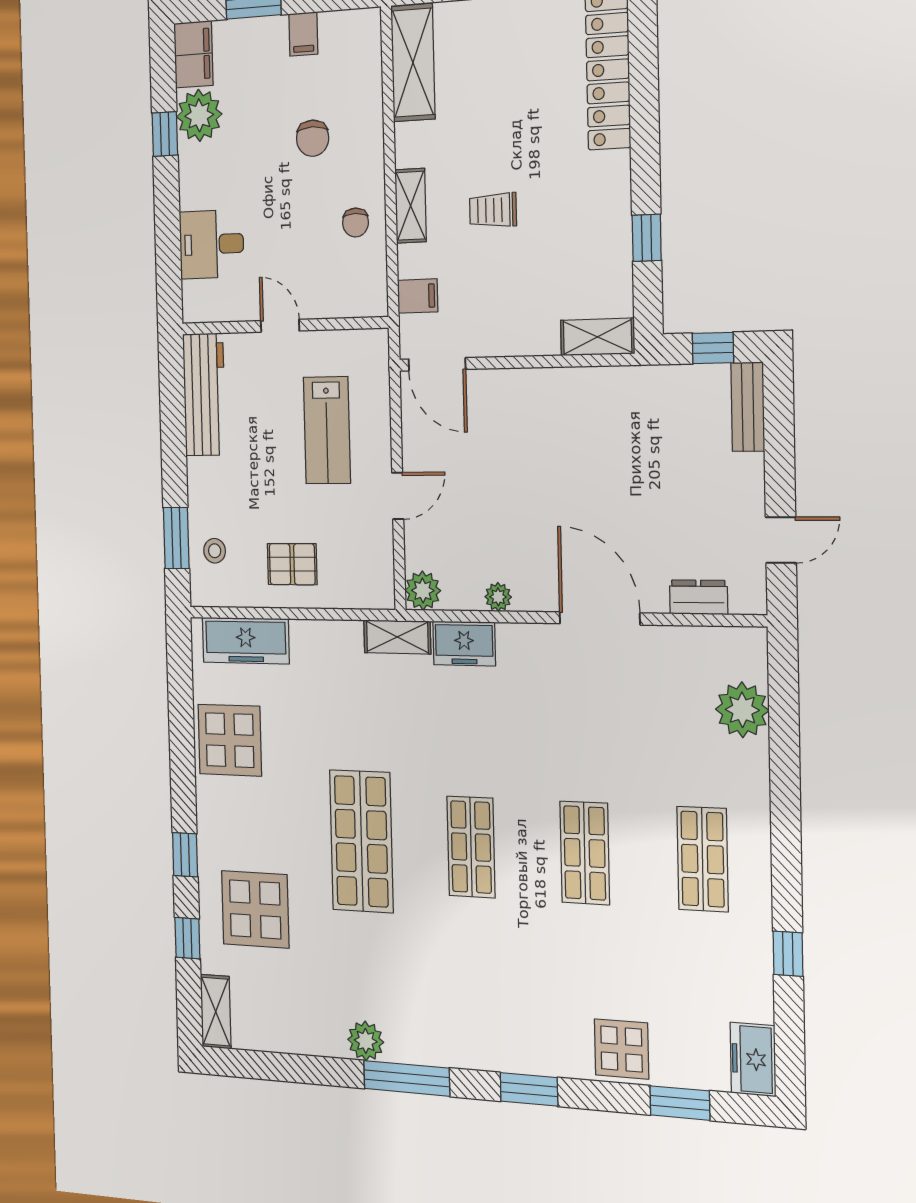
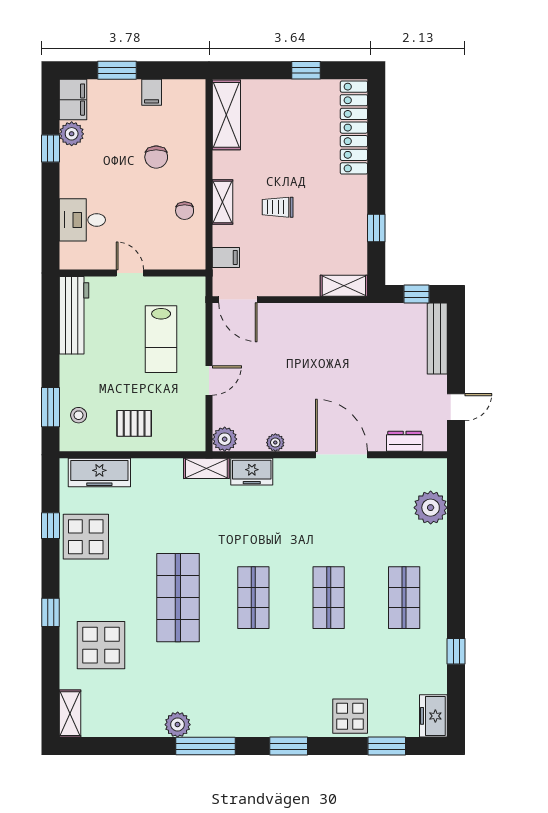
plant: (199, 115) -> (72, 134), width x0.73, depth x0.73
bench: (748, 407) -> (437, 338), width x1.36
window: (187, 938) -> (51, 526), moved

